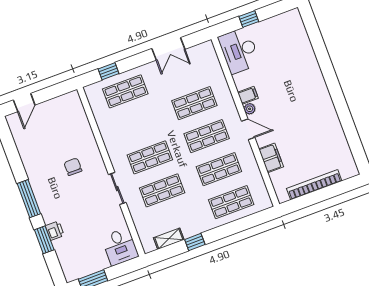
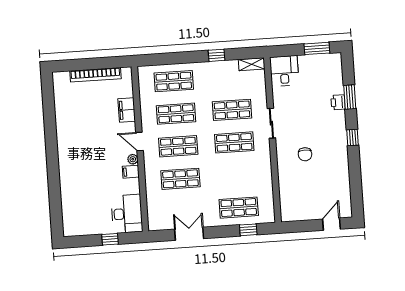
window: (29, 199) -> (353, 138), width x0.46
shelving: (169, 239) -> (252, 64), moved

